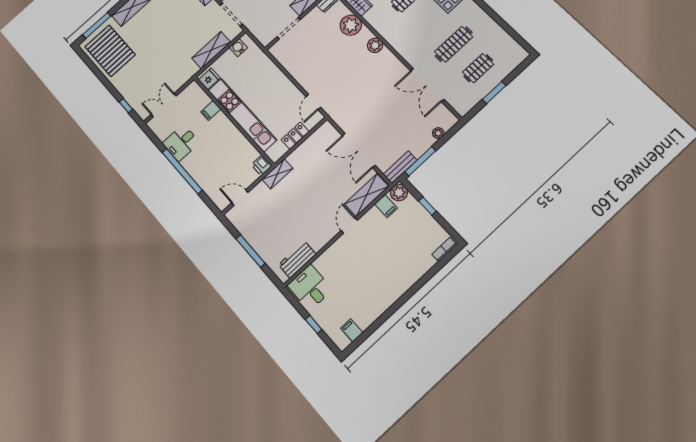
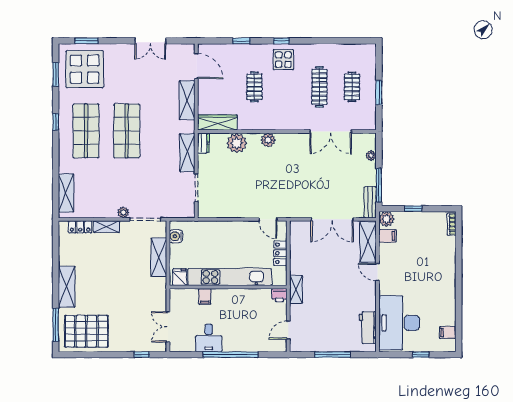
desk: (310, 288) -> (399, 323), width x1.87, depth x1.30

